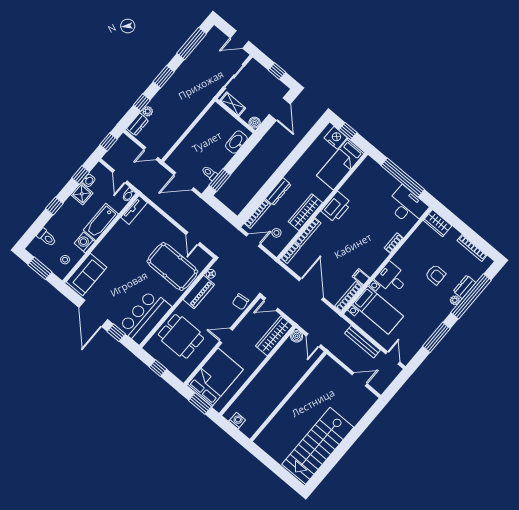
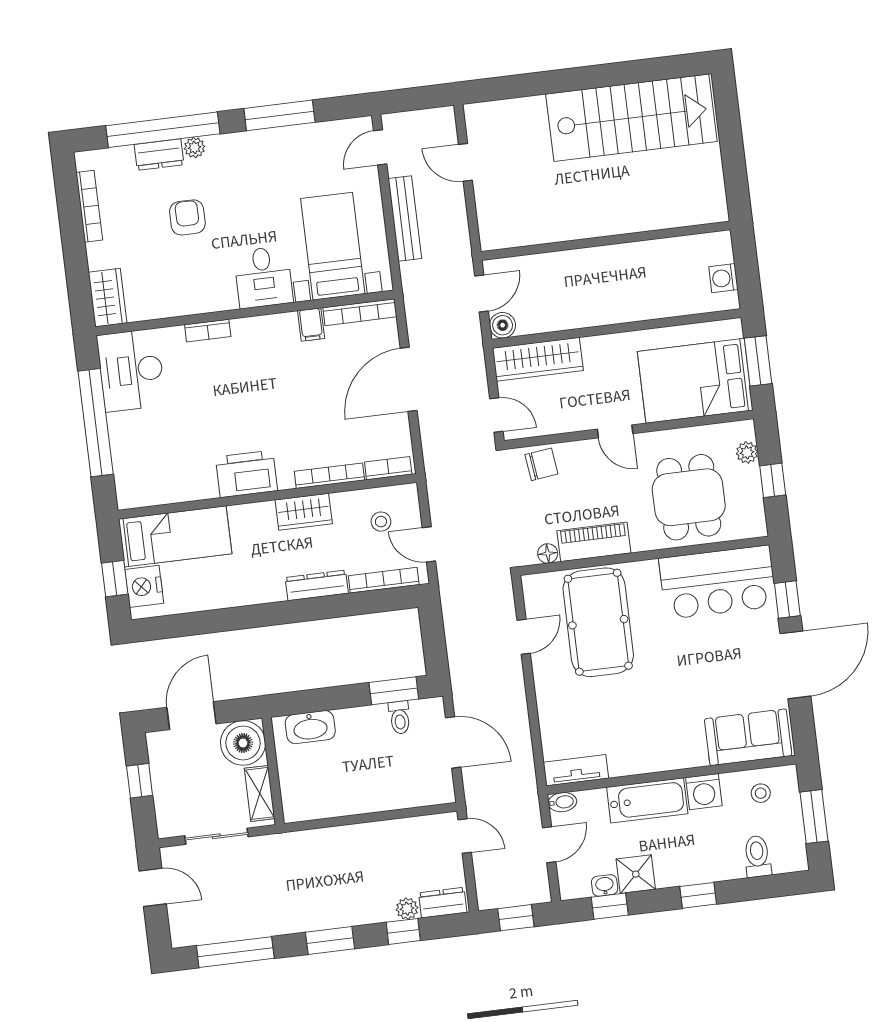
boiler: (255, 123) -> (243, 743), width x1.86, depth x1.86
wardrobe: (305, 212) -> (304, 512), width x0.67
plant: (175, 369) -> (747, 452), added

